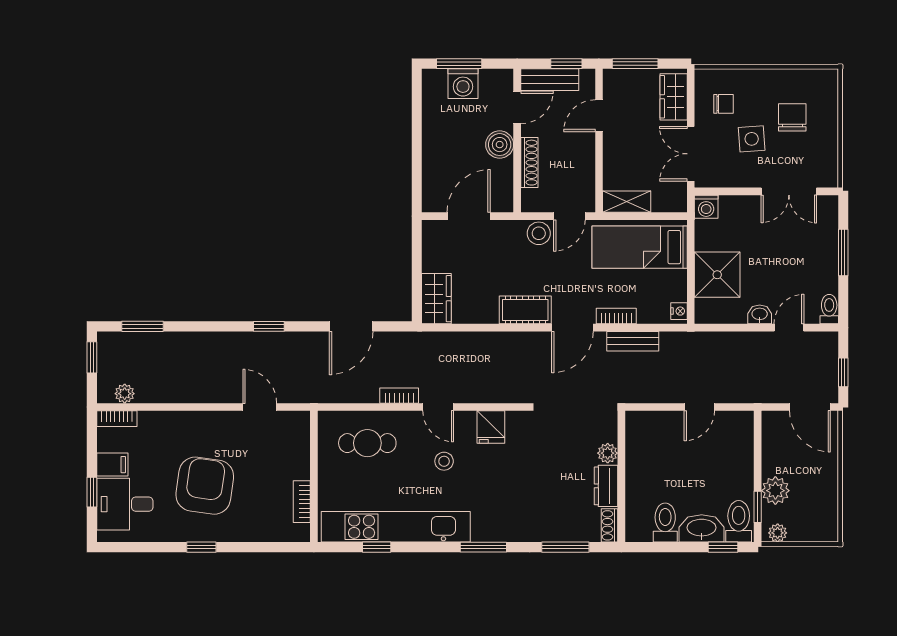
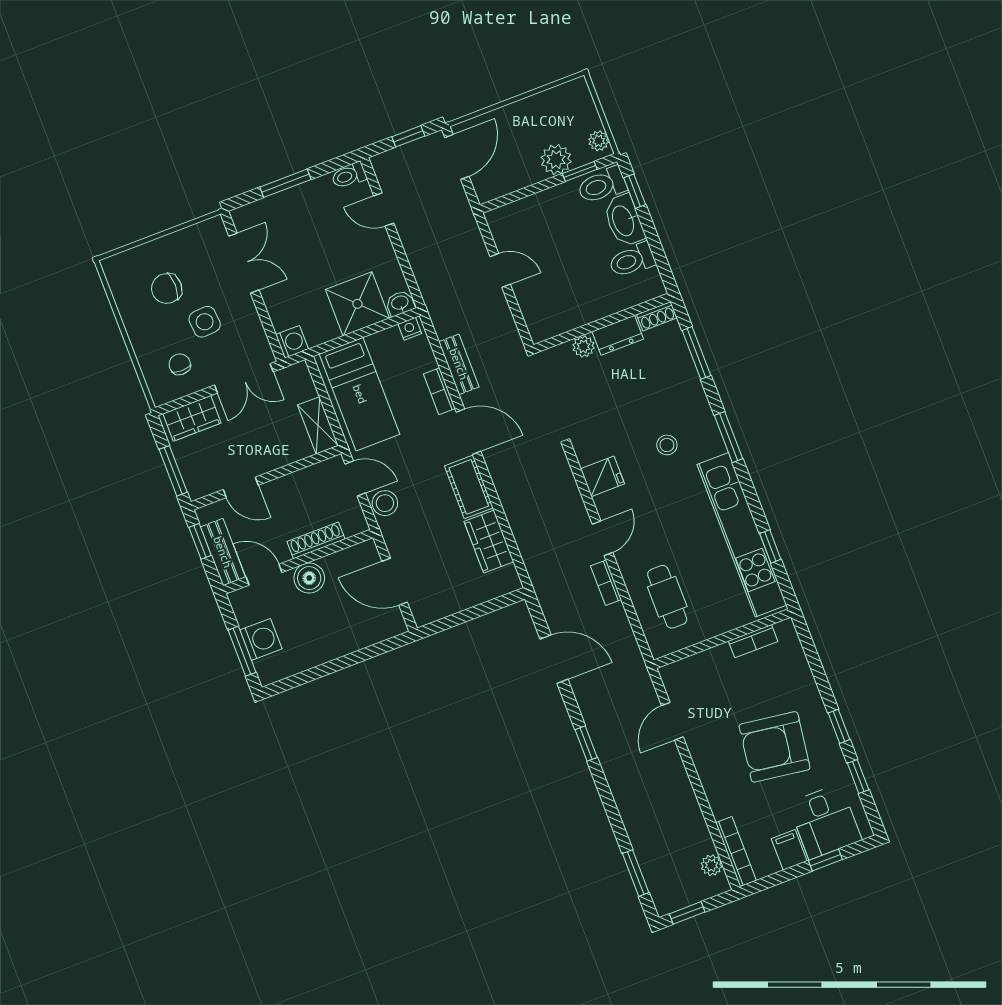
wardrobe: (436, 299) -> (489, 542), moved, turned -90
washbasin: (760, 314) -> (400, 303), moved, turned 90
bookcase: (117, 419) -> (736, 852), width x1.56
stool: (444, 461) -> (667, 445), moved
window: (152, 547) -> (858, 776), added

